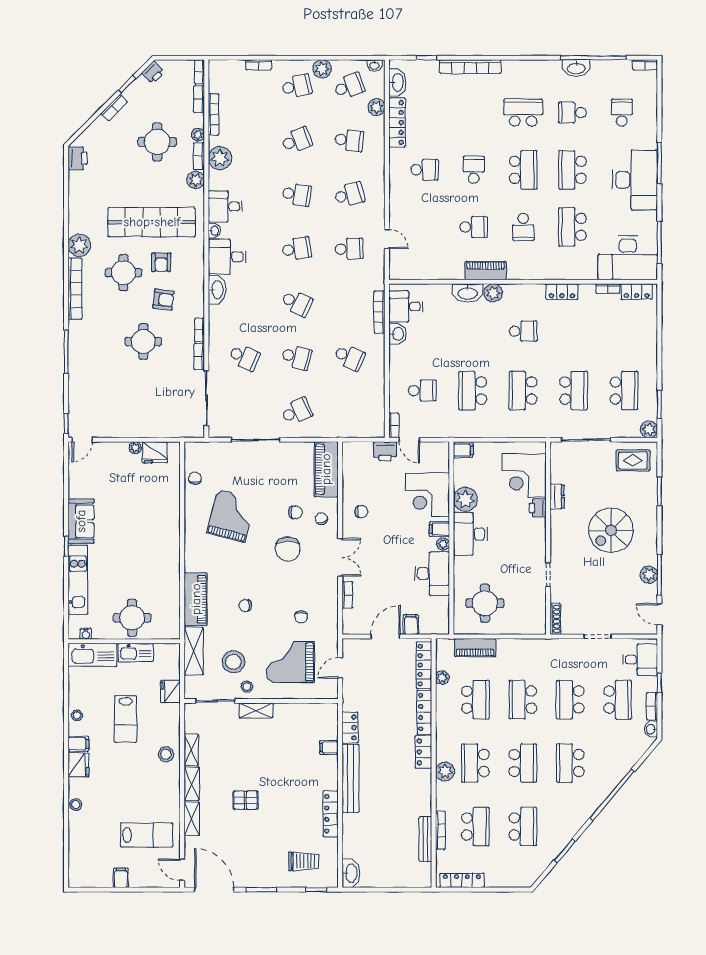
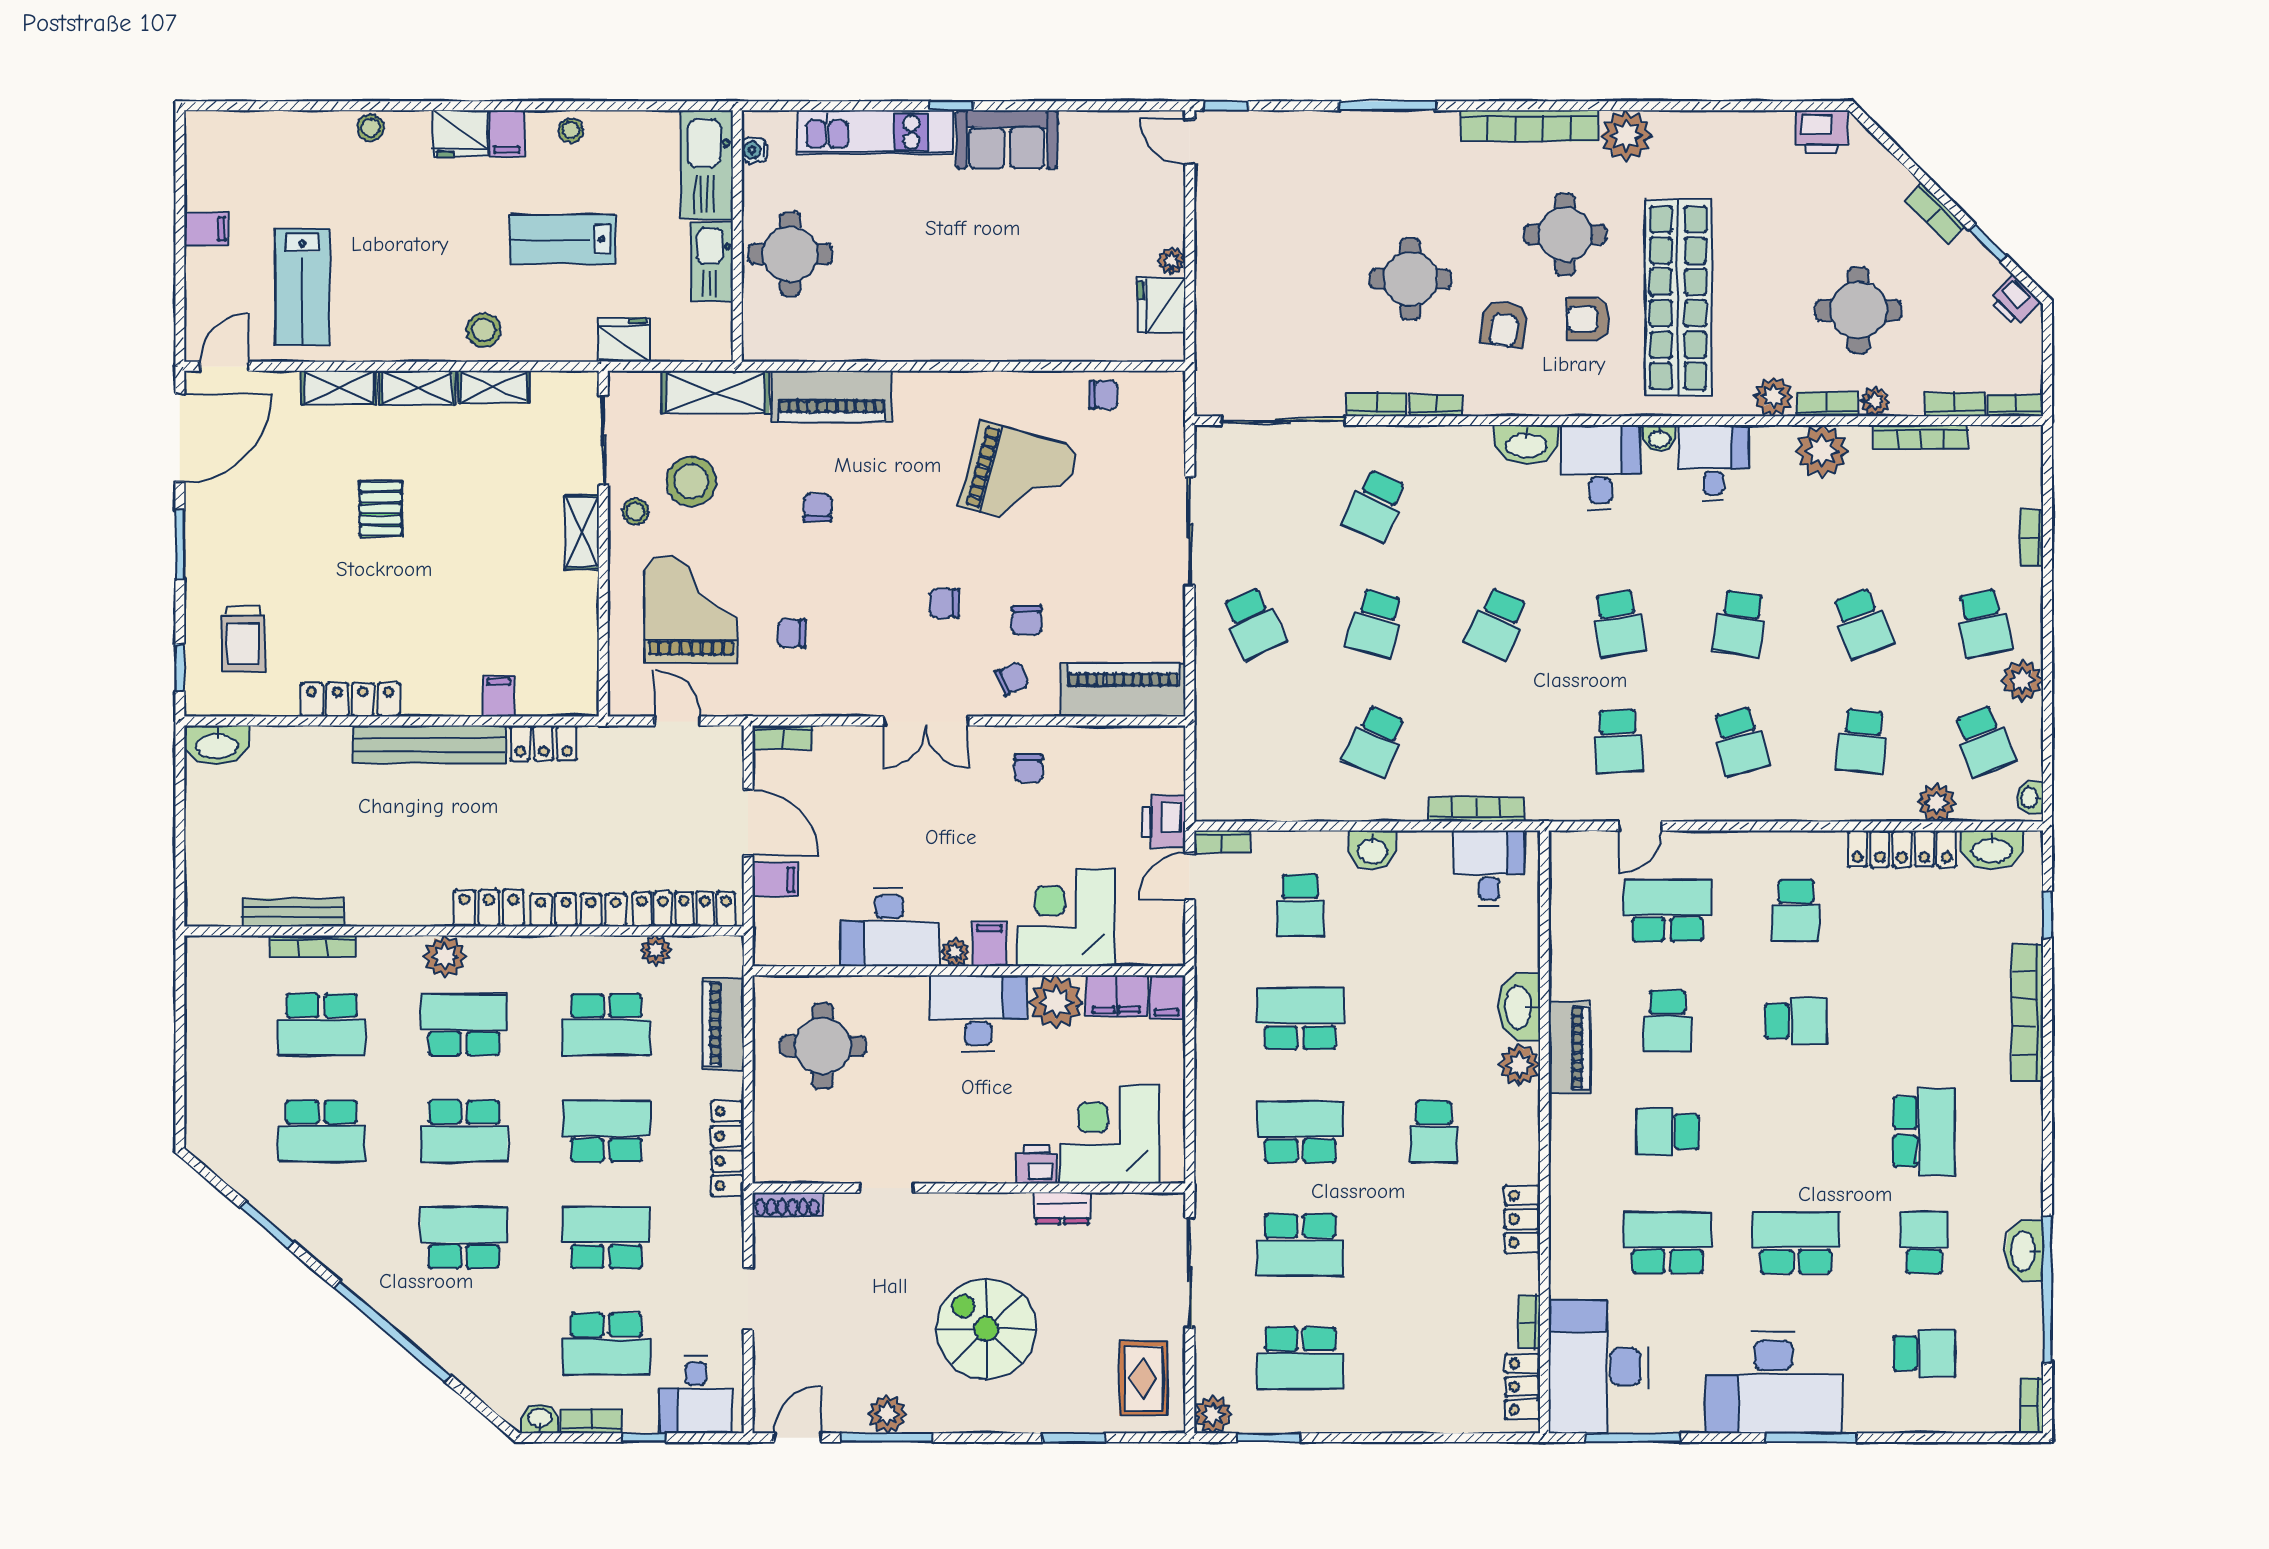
school desk: (523, 170) -> (1668, 910), moved, turned 180
washbasin: (398, 334) -> (1372, 850), moved
filing cabinet: (462, 472) -> (1117, 995), added
chair: (288, 549) -> (944, 603), width x0.54, depth x0.54
bookcase: (347, 595) -> (782, 737), moved
locker: (462, 880) -> (727, 1148), moved, turned 180

